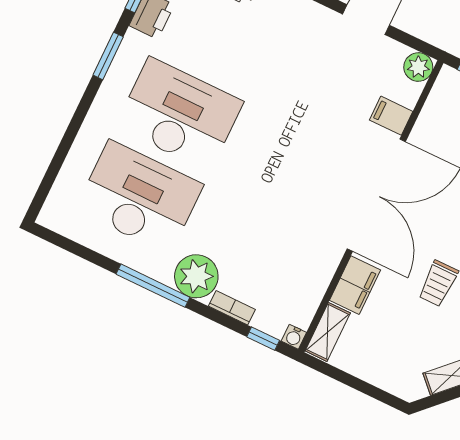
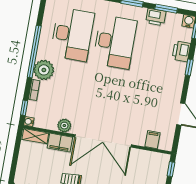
plant: (418, 67) -> (64, 126), moved
filing cabinet: (391, 116) -> (152, 140), moved
window: (153, 286) -> (34, 52), width x1.46

